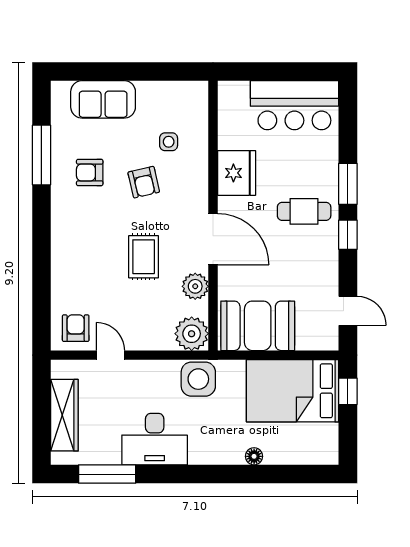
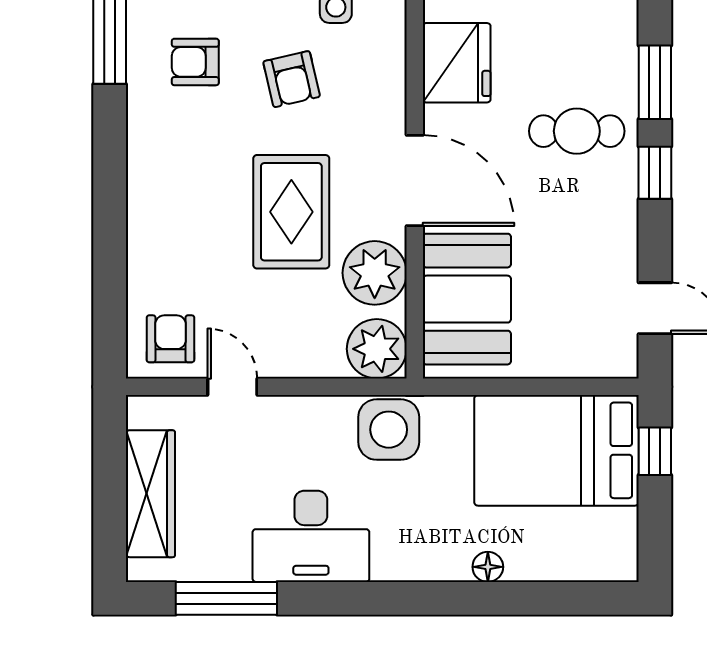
rug: (144, 257) -> (291, 212), width x1.36, depth x1.43
plant: (195, 286) -> (375, 273), width x1.36, depth x1.36
booth: (258, 326) -> (467, 299), moved, turned 90

